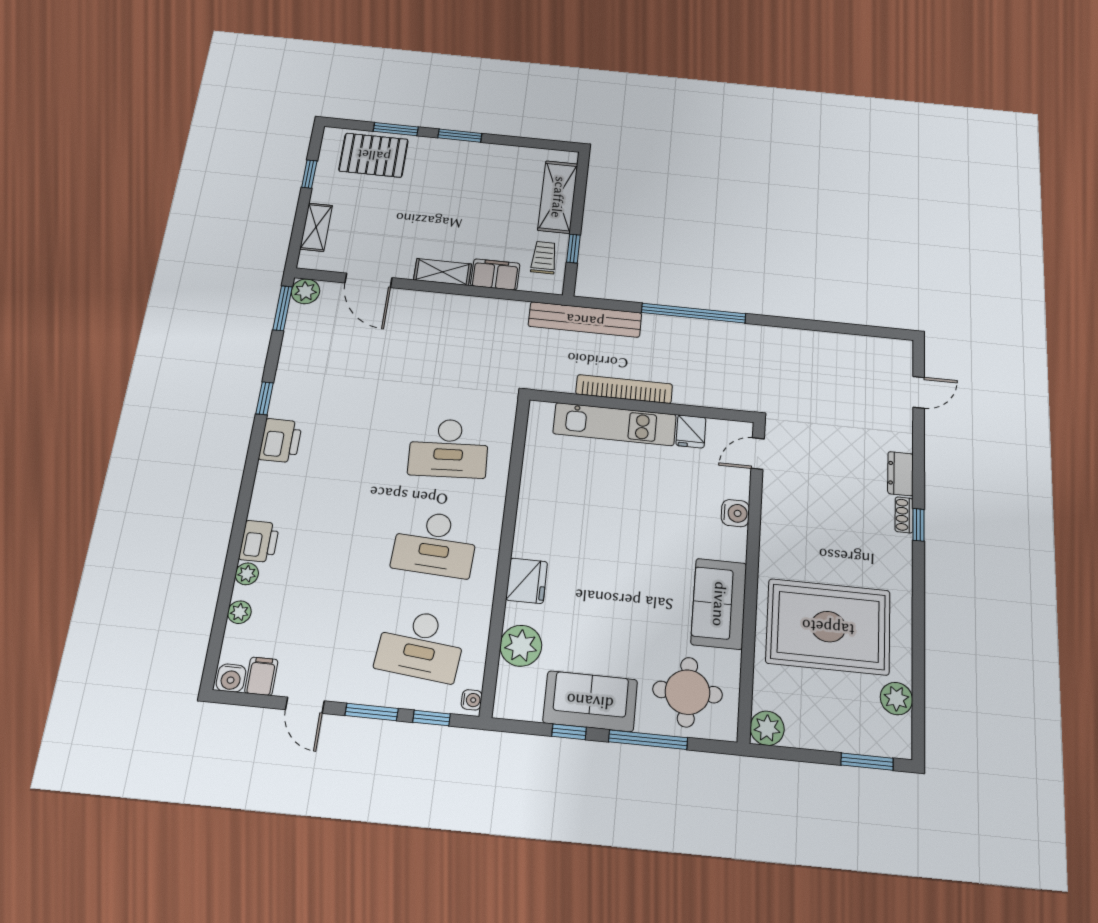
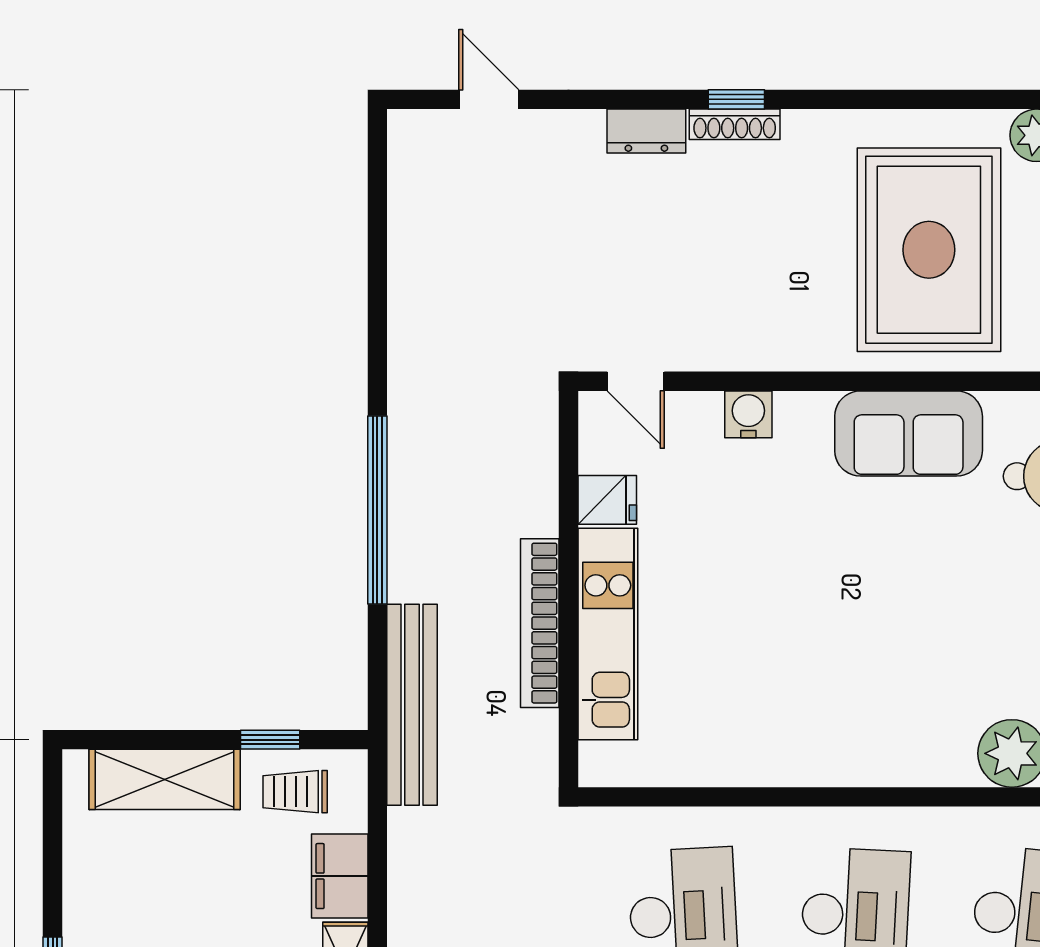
shoe rack: (904, 515) -> (735, 124), width x1.43
fridge: (527, 581) -> (903, 756), removed

